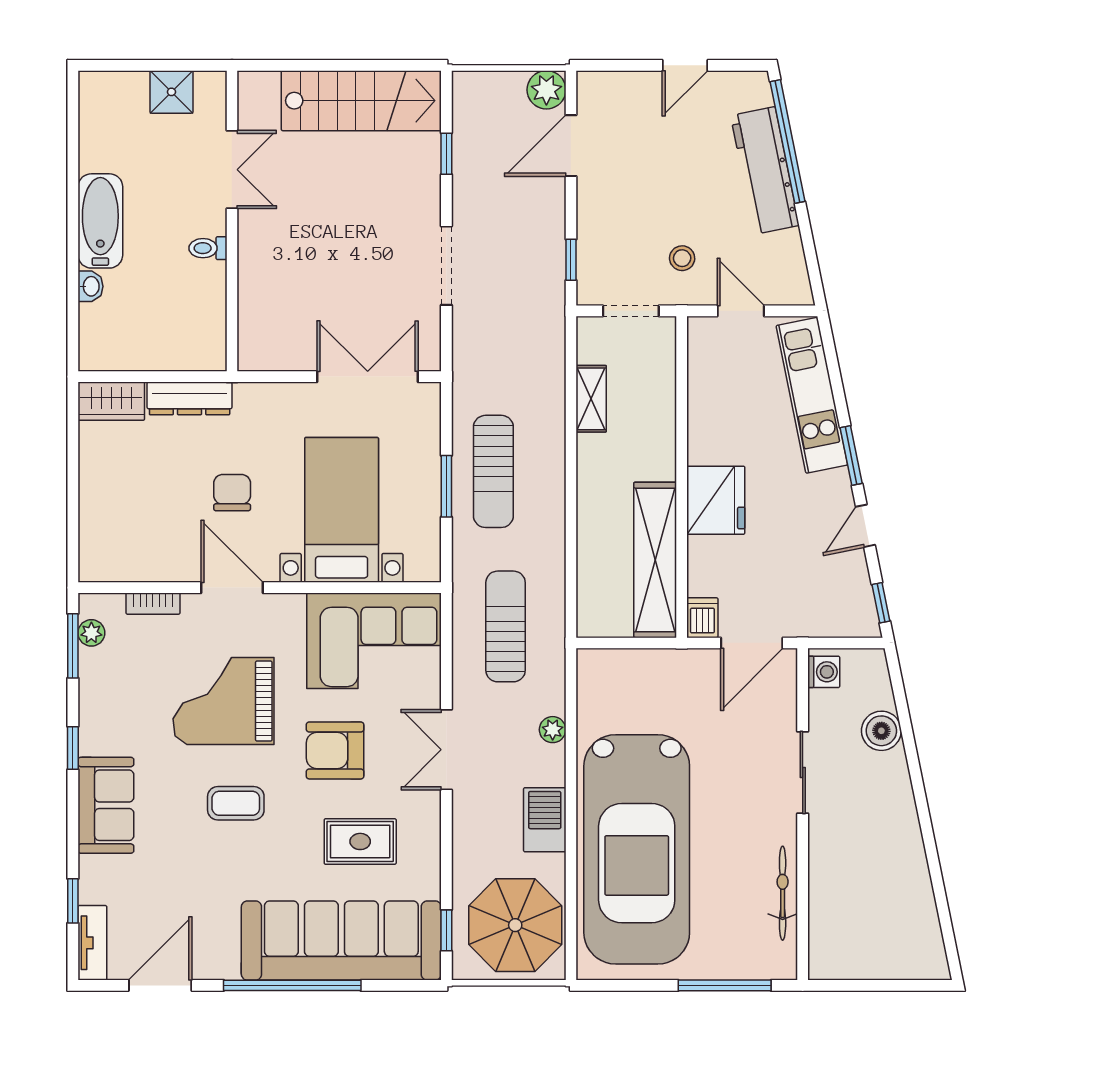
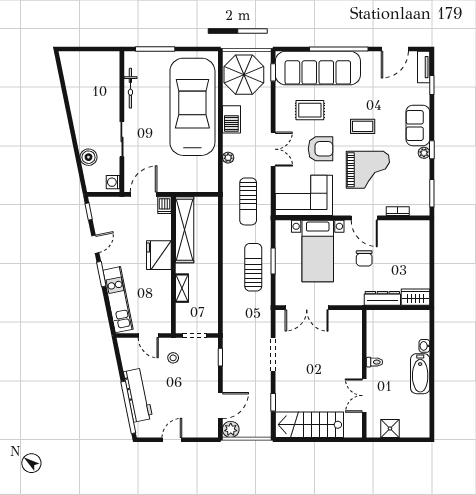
shelving: (591, 399) -> (182, 288), moved
plant: (91, 633) -> (424, 153), moved

